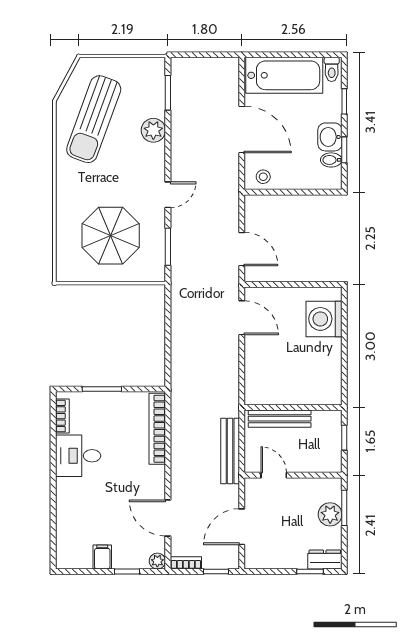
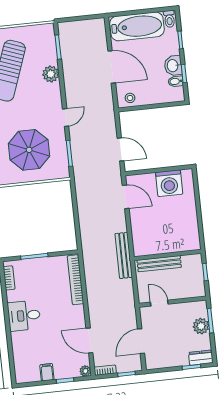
washing machine: (324, 319) -> (169, 183), moved, turned -90
bench: (230, 451) -> (124, 255), moved
desk: (78, 456) -> (24, 316), moved

